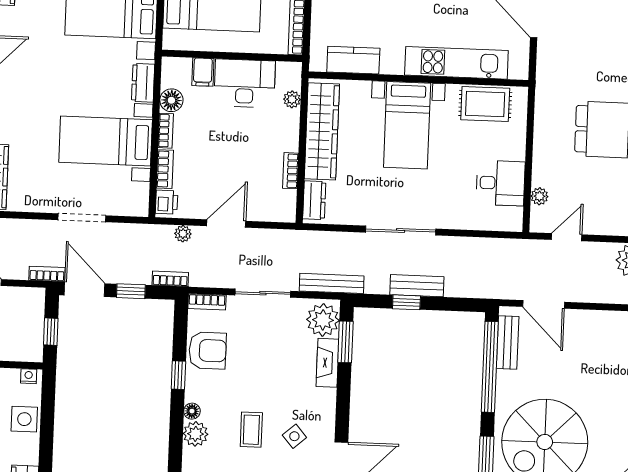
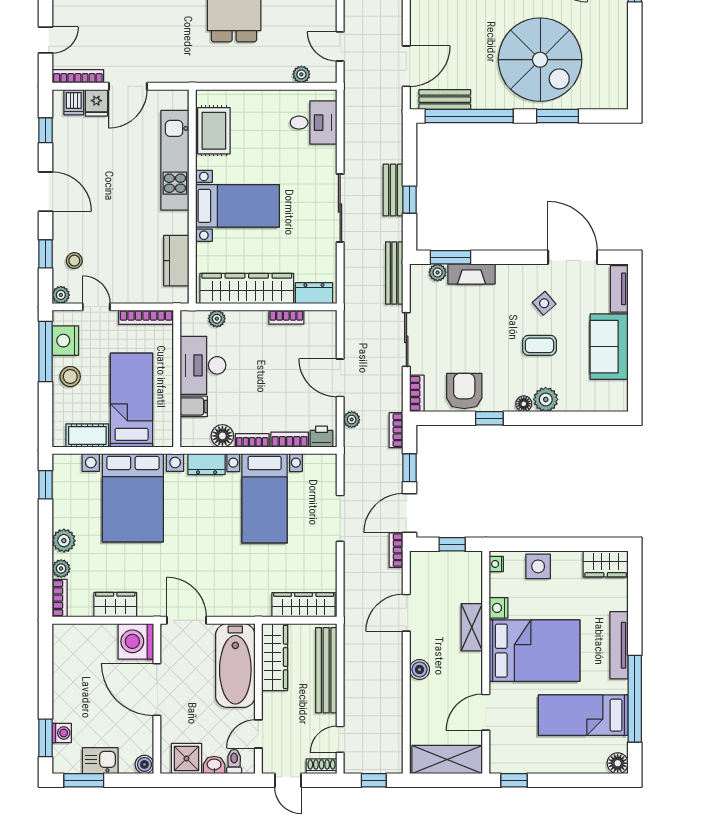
desk: (500, 183) -> (314, 123), moved, turned 90
plant: (323, 320) -> (438, 272), width x0.53, depth x0.53

